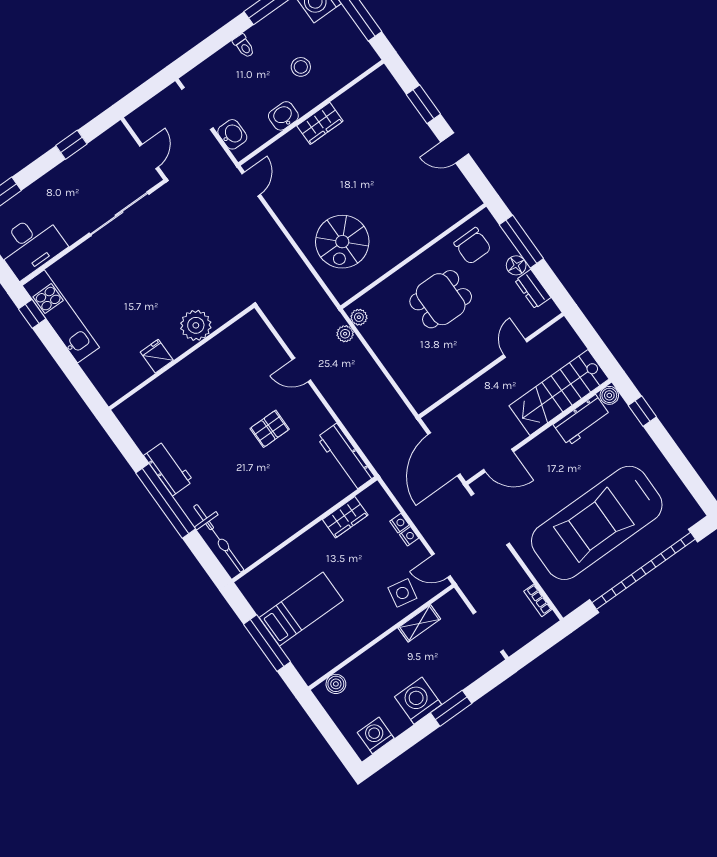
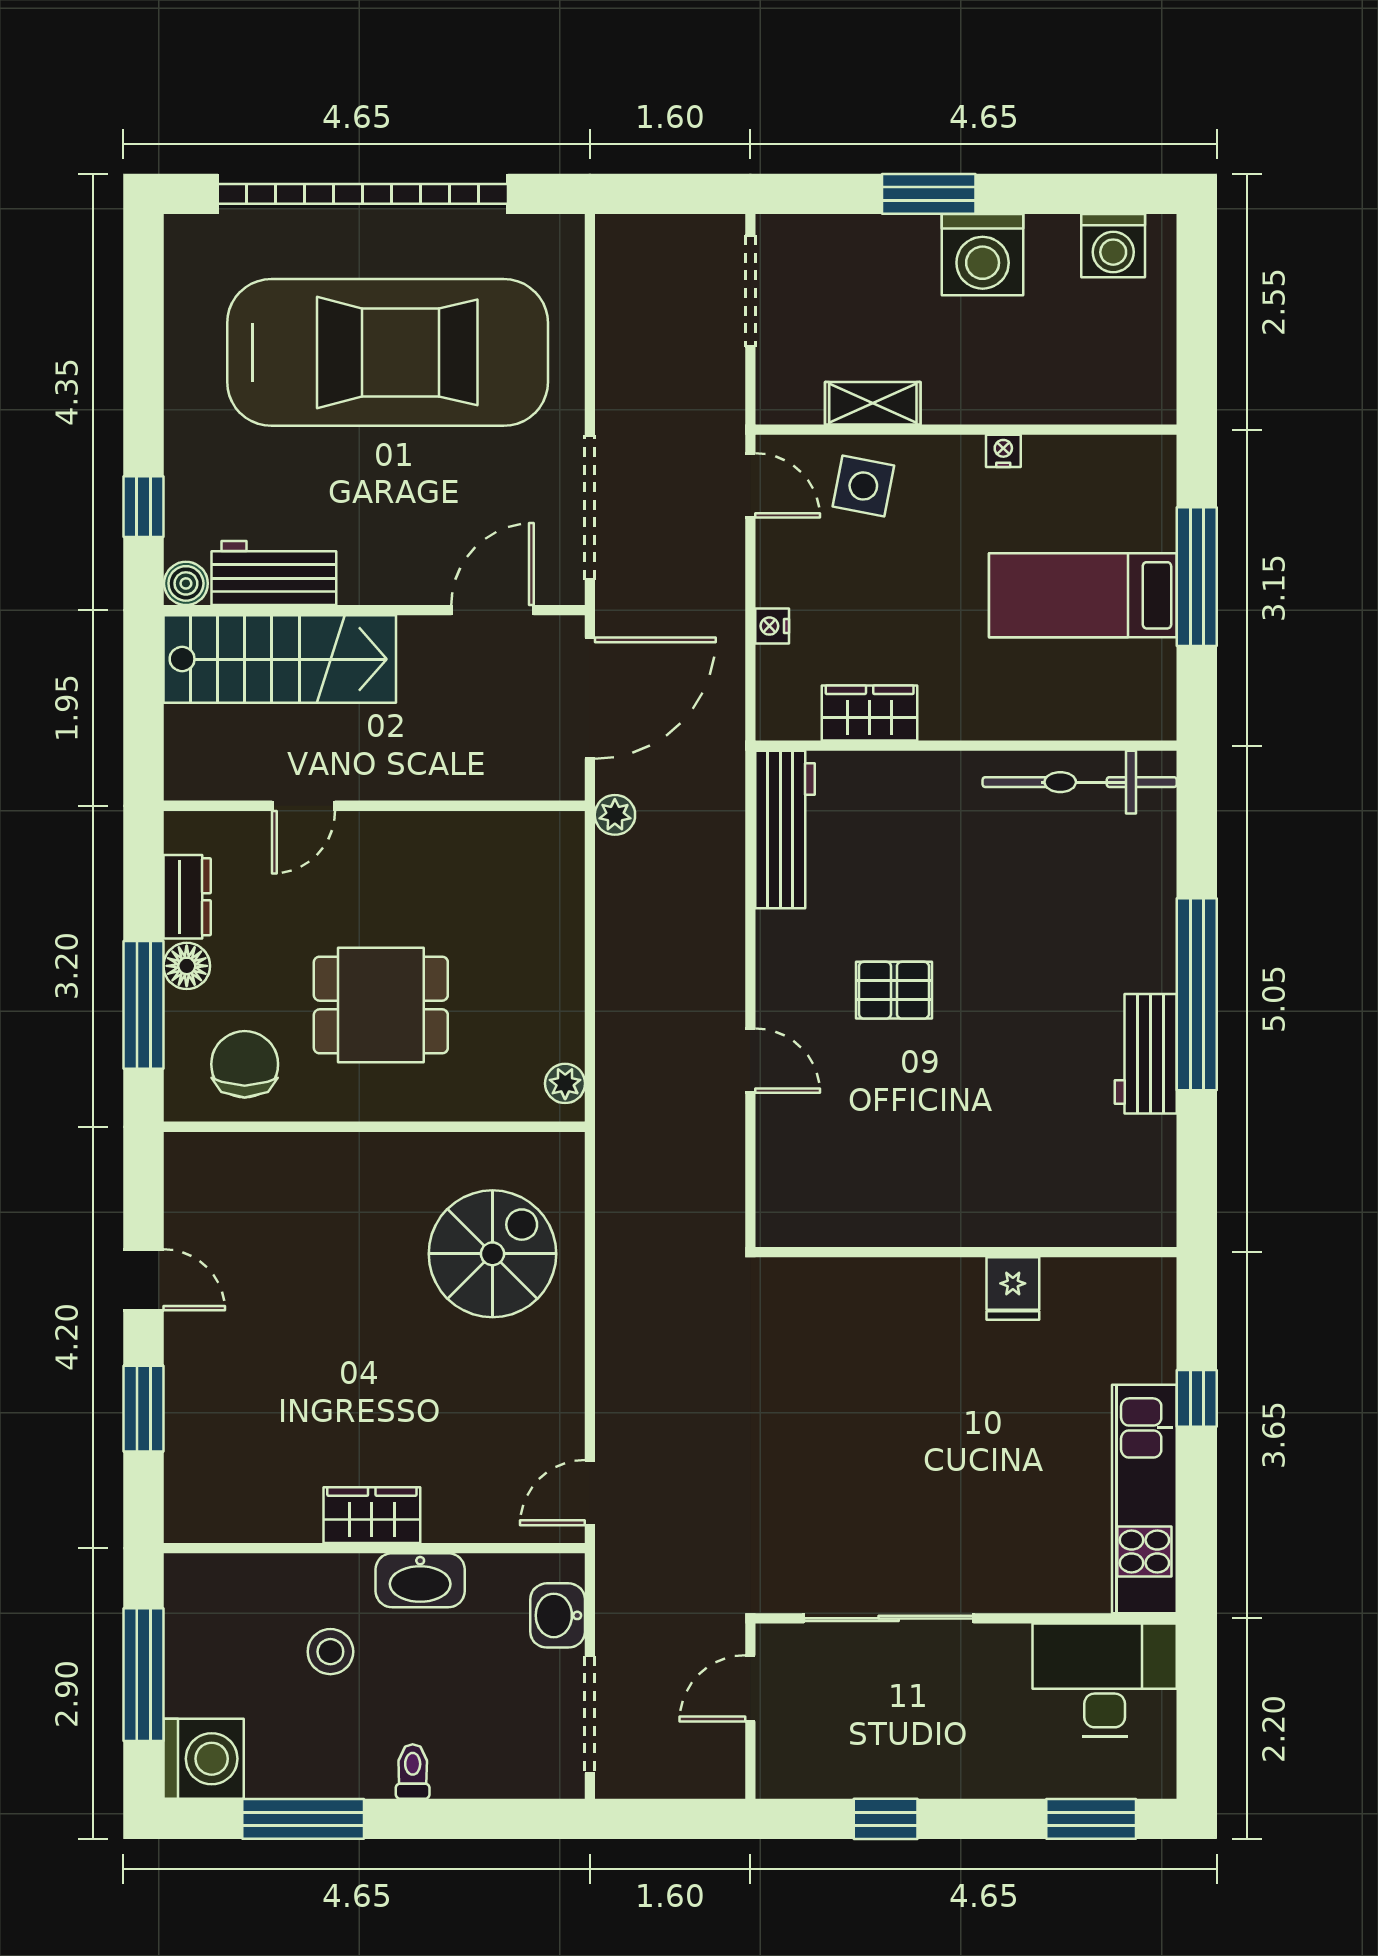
washbasin: (283, 116) -> (420, 1580), width x1.38
window: (32, 314) -> (1197, 1398), moved
plant: (196, 325) -> (894, 1294), removed
plant: (345, 334) -> (615, 815), moved
door: (498, 461) -> (493, 610), hinge flipped
nightstand: (409, 536) -> (1003, 451), moved, turned 90
bicycle: (219, 538) -> (1080, 782), moved, turned -90
bookcase: (538, 600) -> (610, 284), removed
boiler: (336, 684) -> (1119, 401), removed

